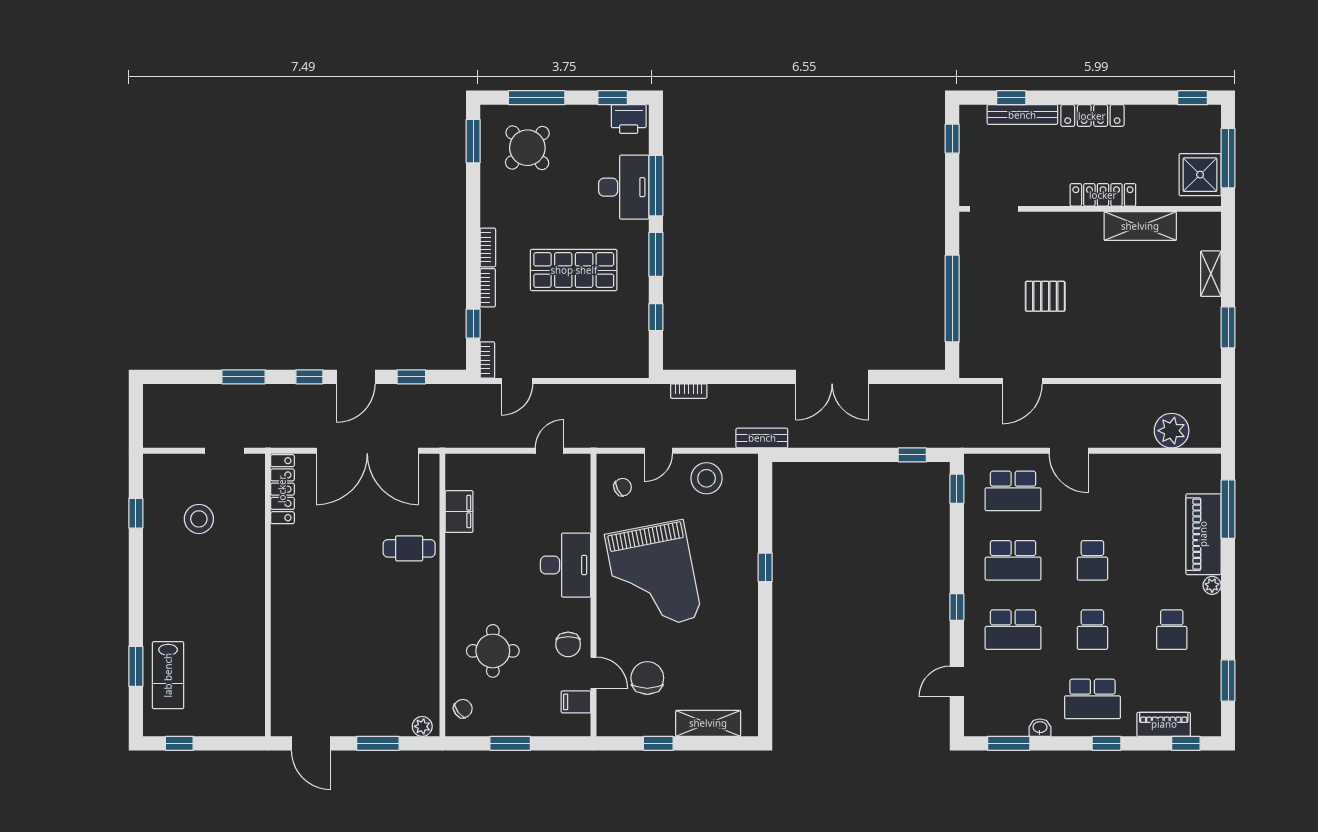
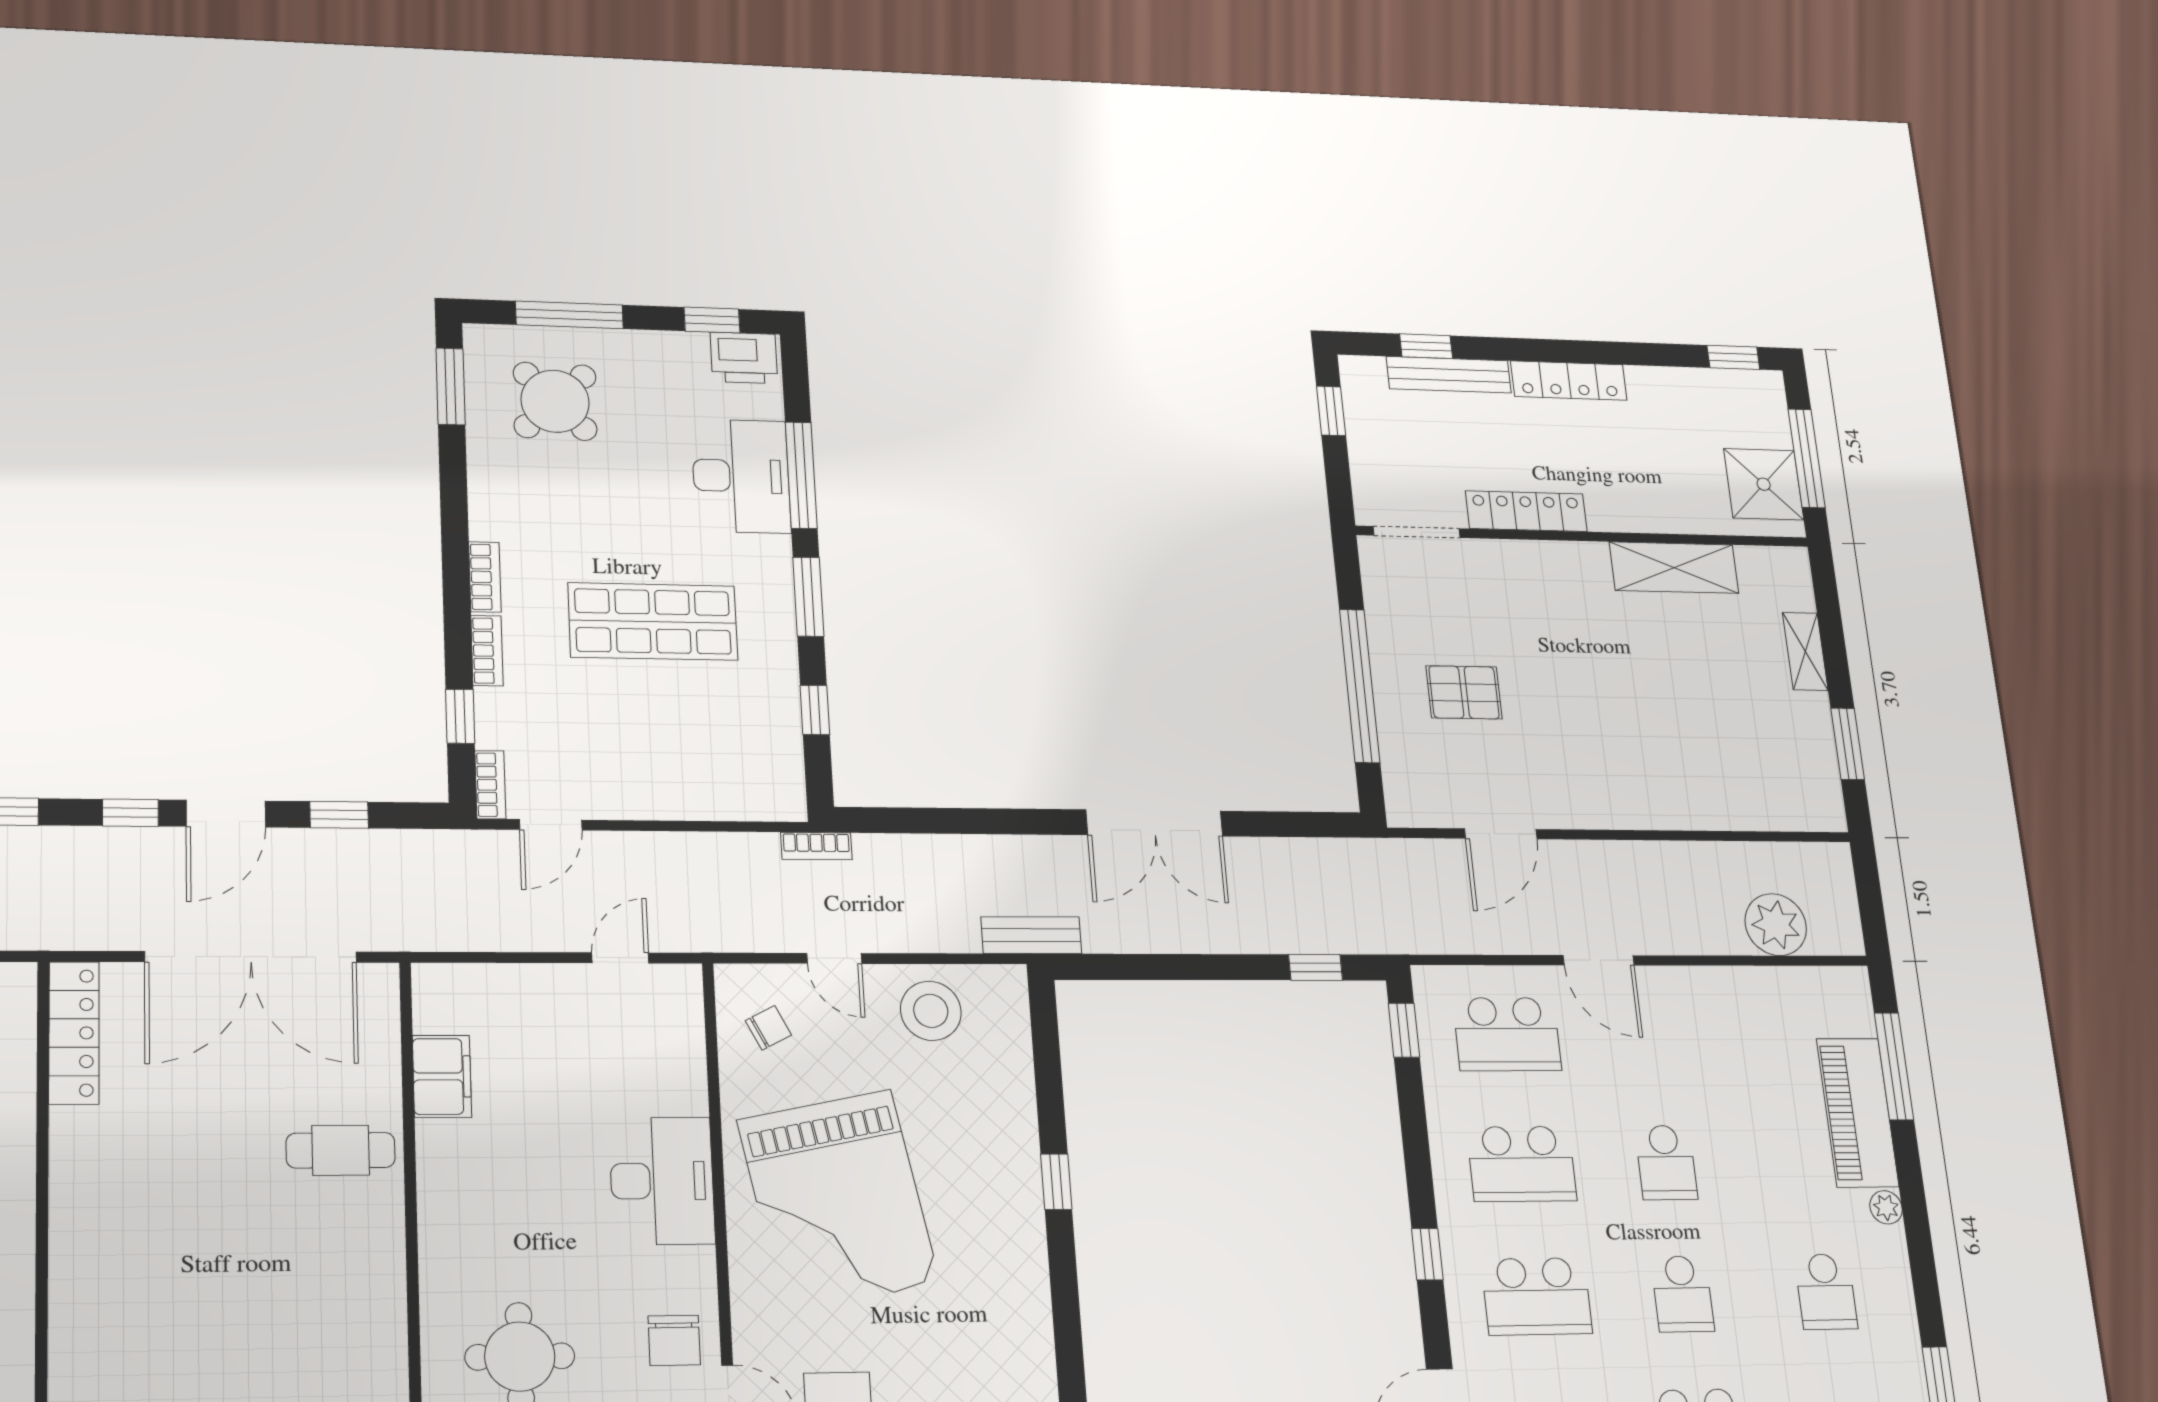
locker: (1103, 195) -> (1526, 511), moved
pallet: (1045, 296) -> (1464, 692), moved
bookcase: (689, 391) -> (816, 846), moved
door: (658, 451) -> (834, 958), hinge flipped

